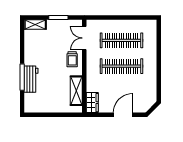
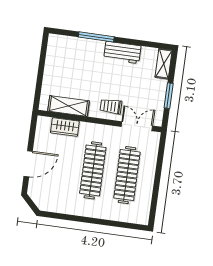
workbench: (31, 79) -> (122, 52), moved
wardrobe: (92, 103) -> (65, 127), moved
door: (123, 115) -> (28, 164), hinge flipped

